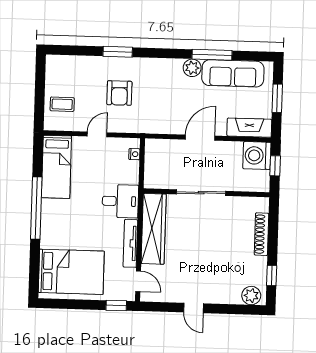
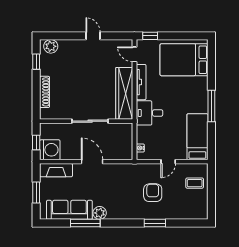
door: (200, 138) -> (92, 162), swing flipped
window: (36, 208) -> (211, 106), width x0.68

